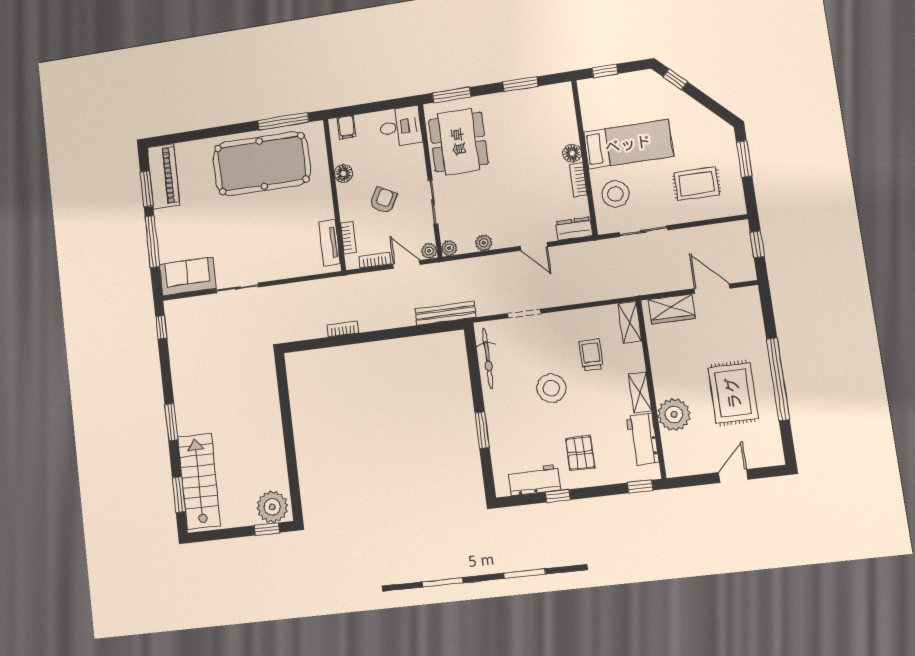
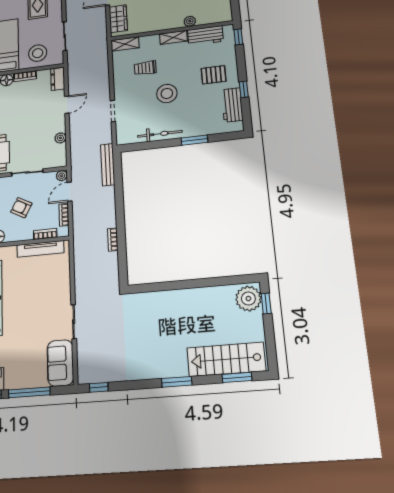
tv unit: (330, 243) -> (40, 249), width x1.41
plant: (449, 248) -> (61, 162), removed
bicycle: (488, 359) -> (160, 134), moved
plant: (674, 414) -> (190, 21), width x0.53, depth x0.53

